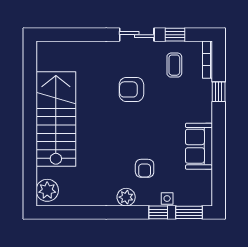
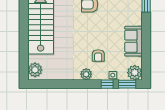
plant: (201, 195) -> (135, 73), added

